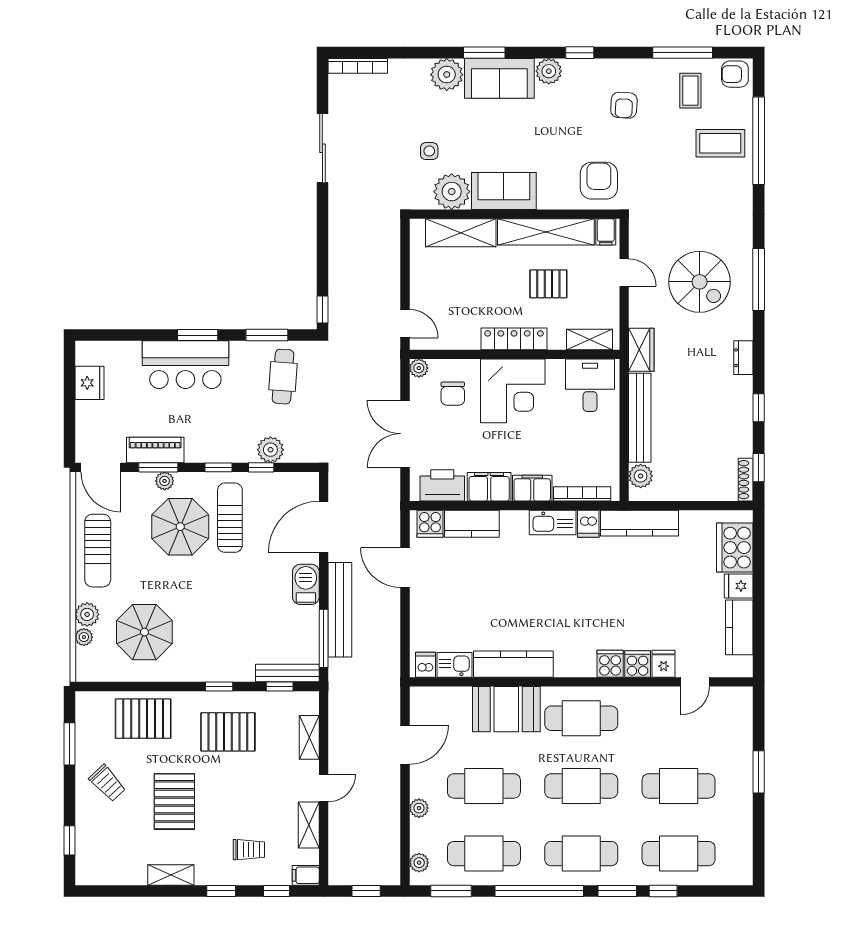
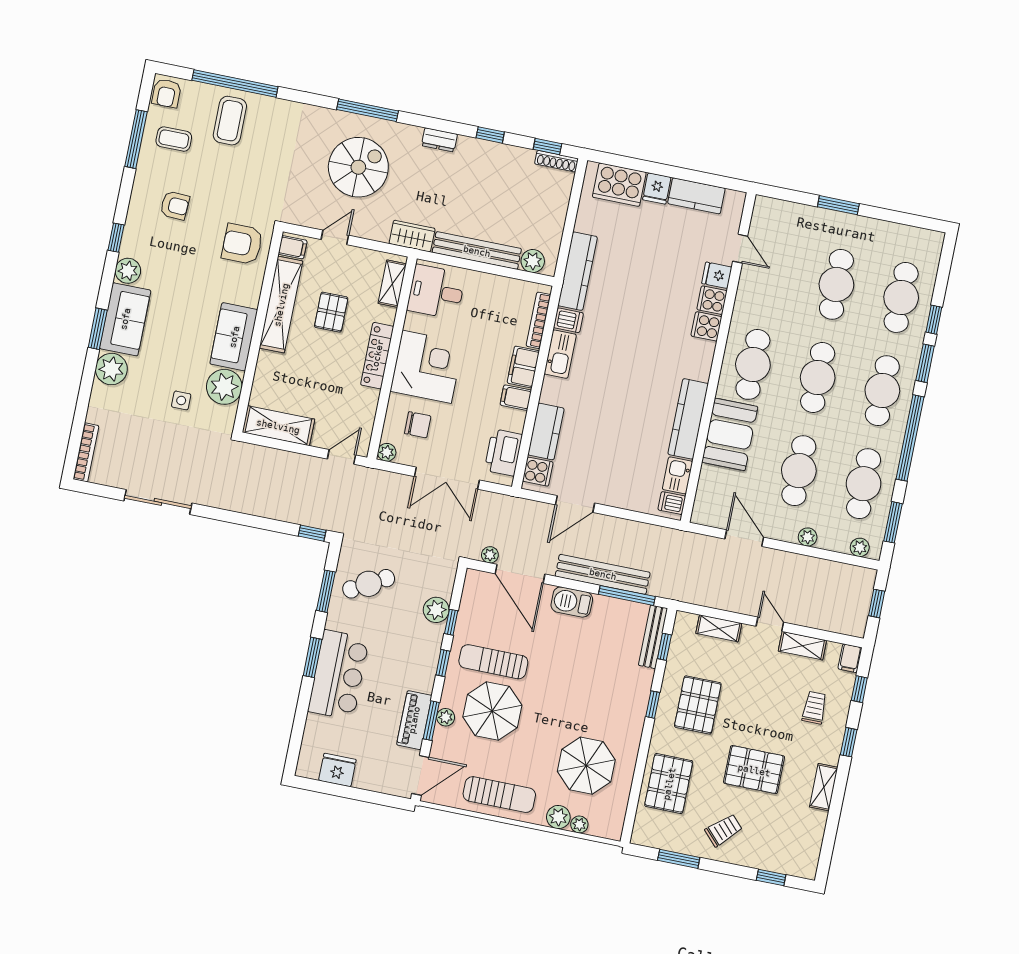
shelving: (461, 233) -> (278, 426), moved, turned 90
cafe table: (283, 377) -> (369, 584), turned -33
filing cabinet: (489, 487) -> (516, 398), width x0.50
plant: (337, 493) -> (490, 555), added

